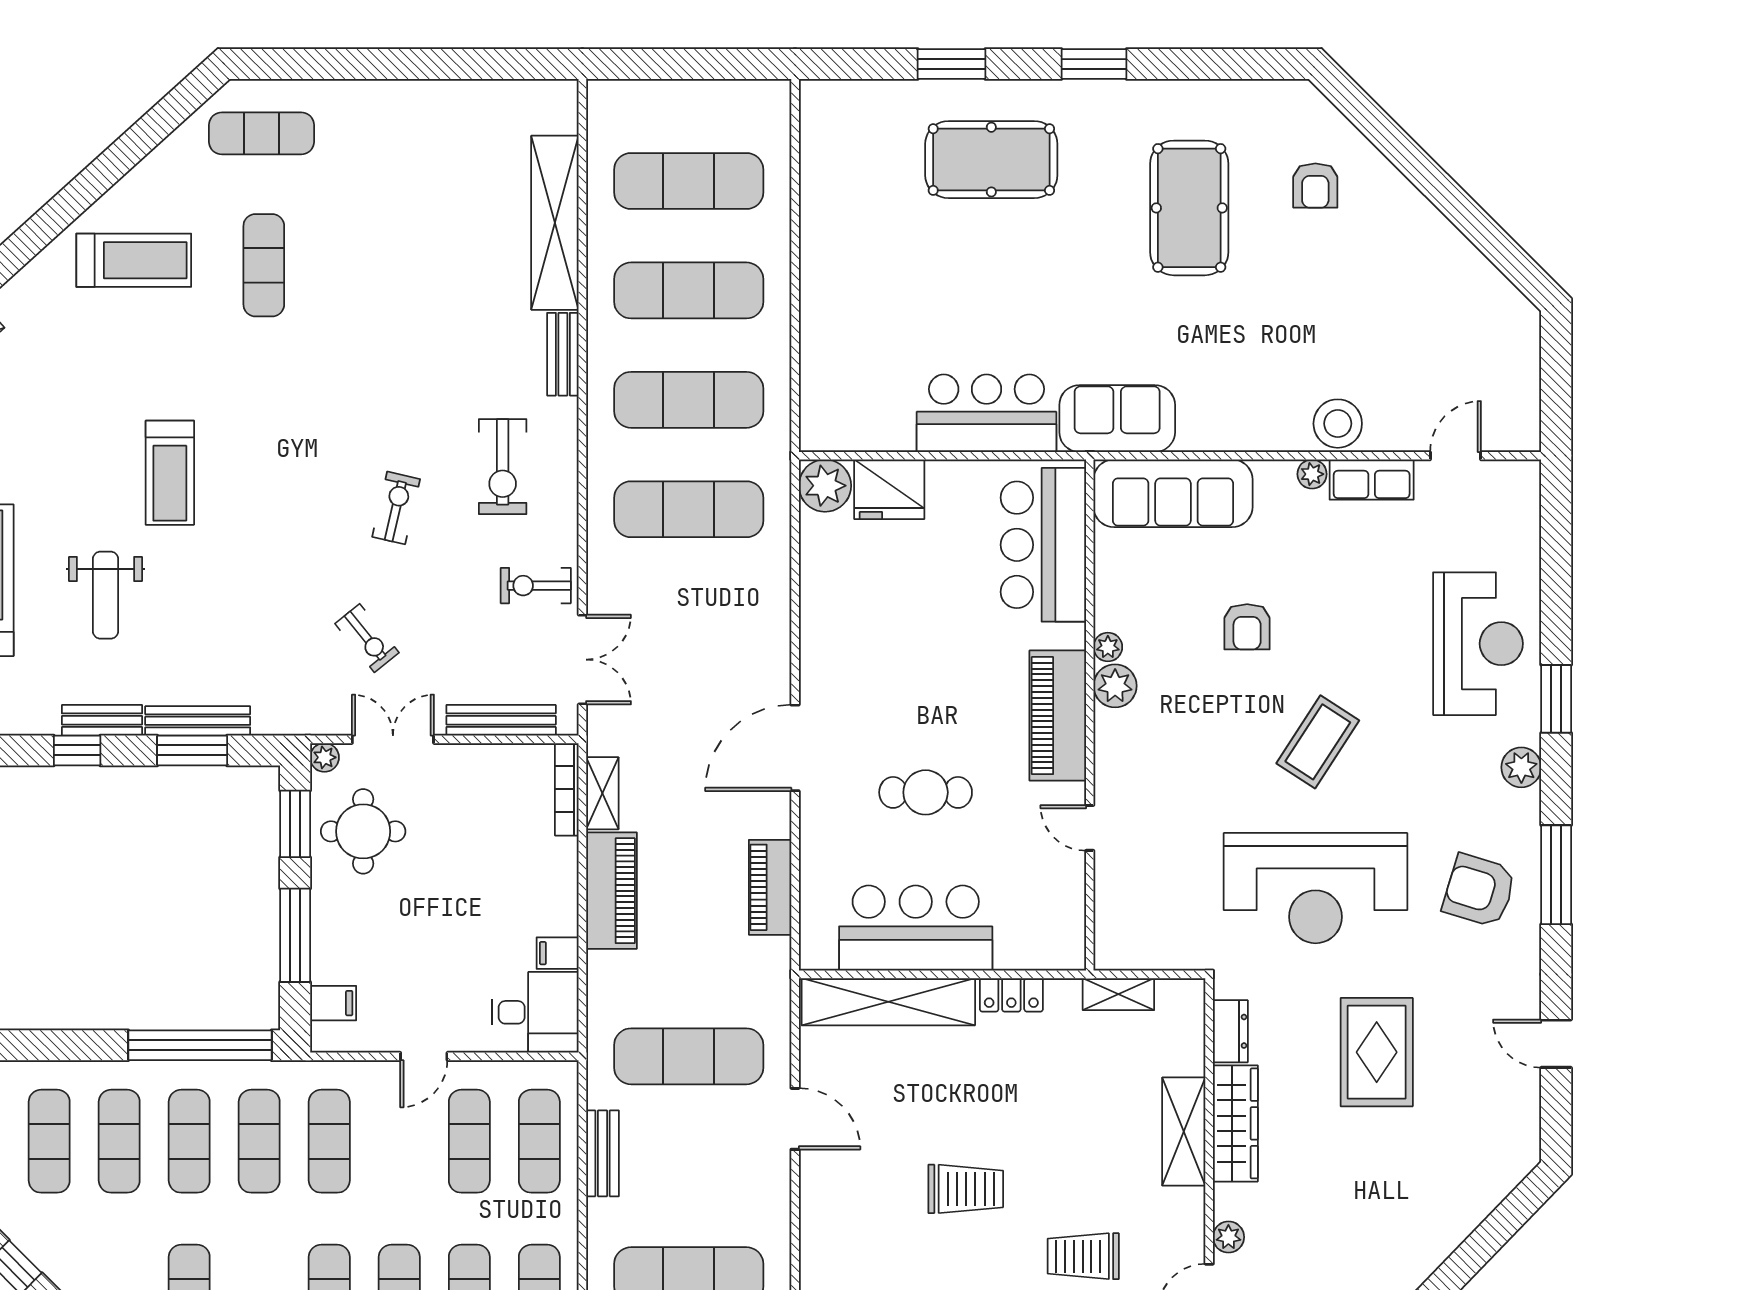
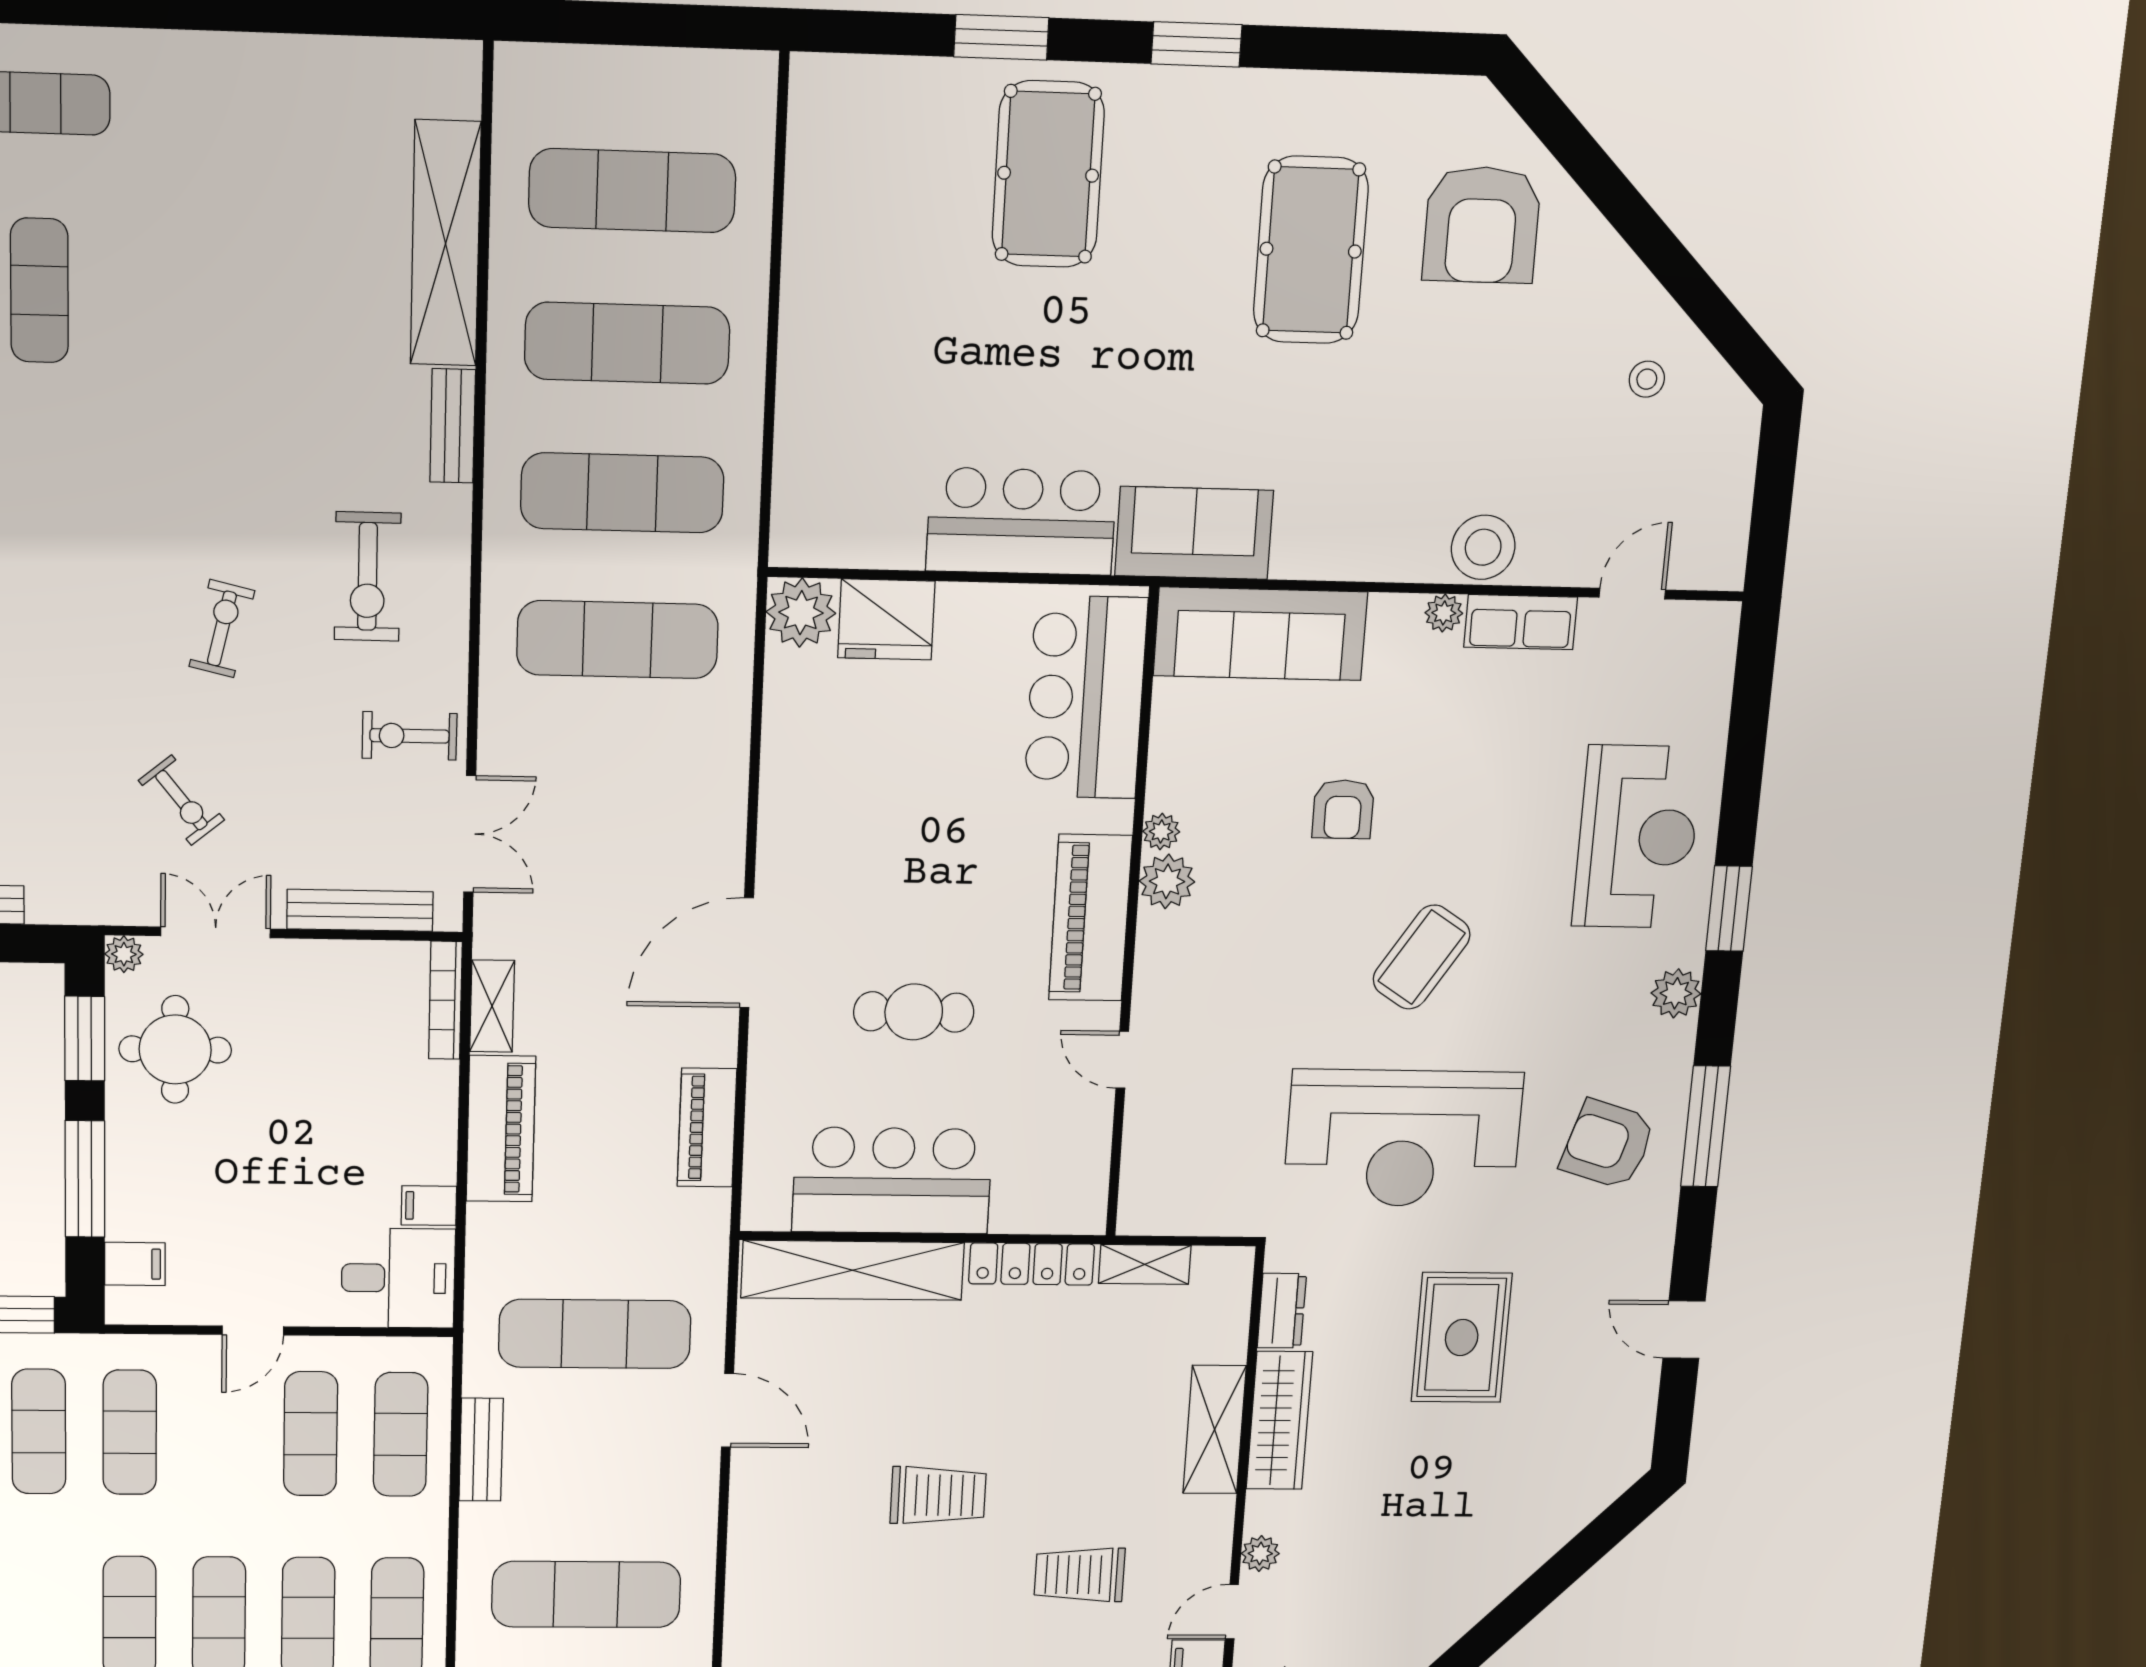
pool table: (991, 160) -> (1048, 174), turned 90
armchair: (1315, 186) -> (1482, 225), width x1.88, depth x1.88
stool: (1451, 295) -> (1647, 379), added
locker: (1011, 995) -> (1032, 1264), width x1.53

